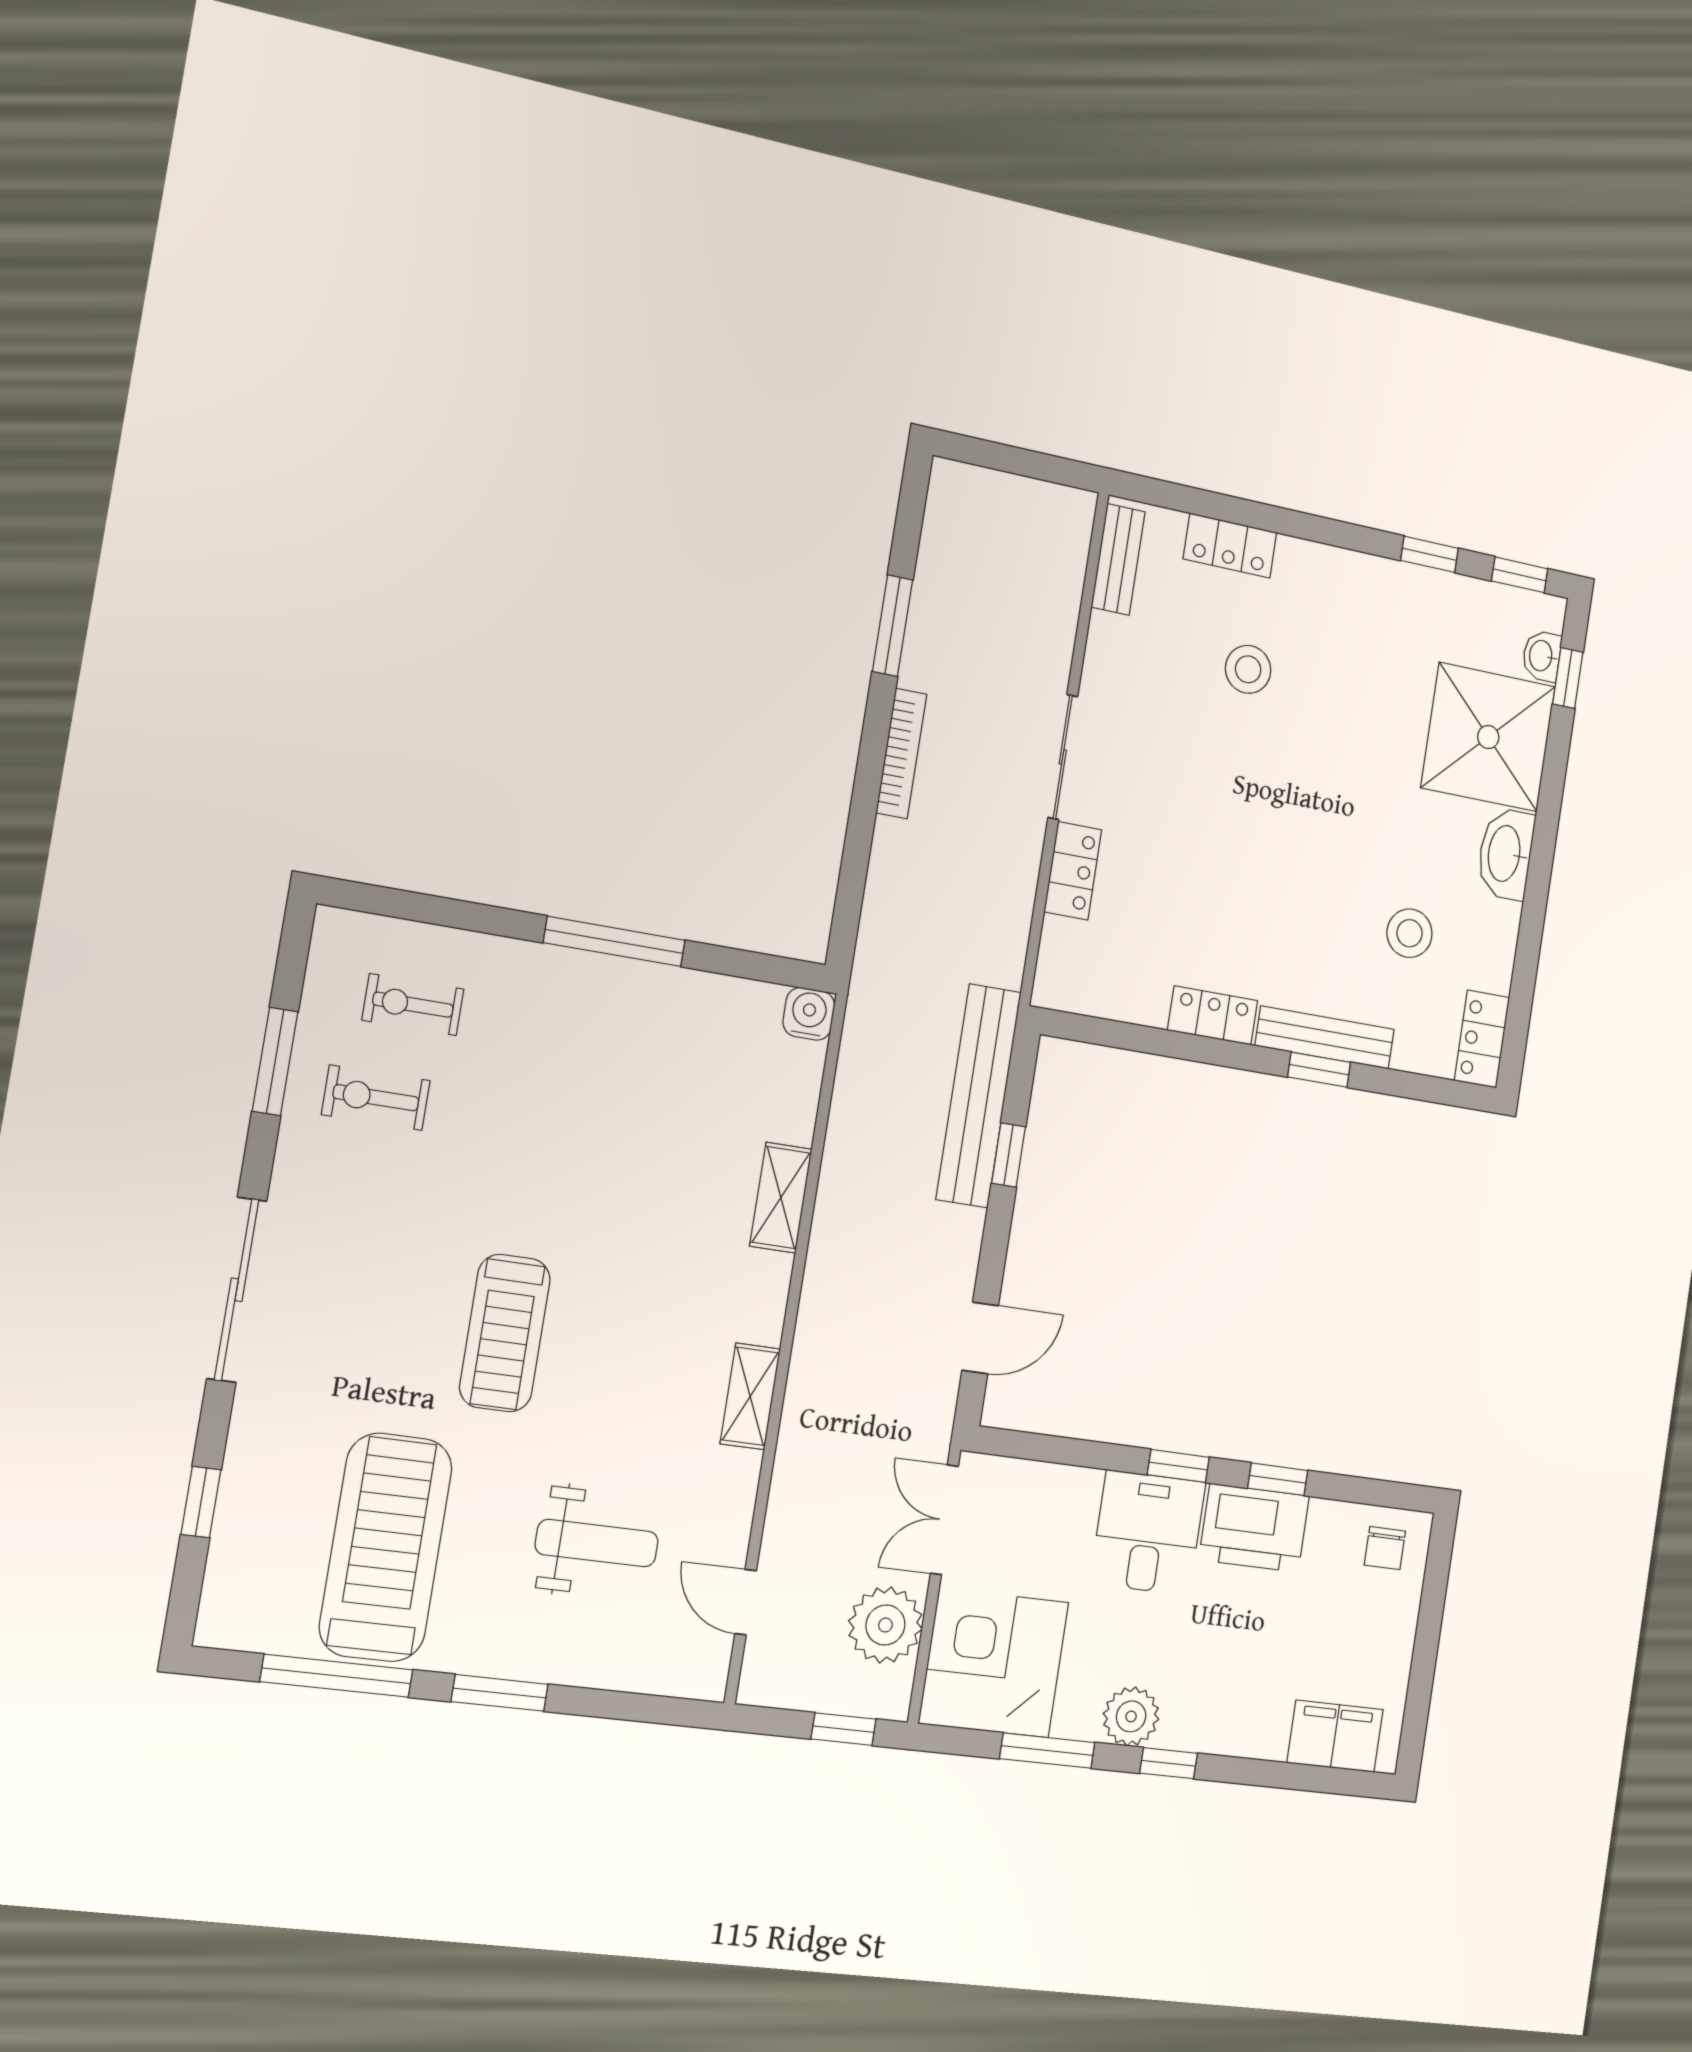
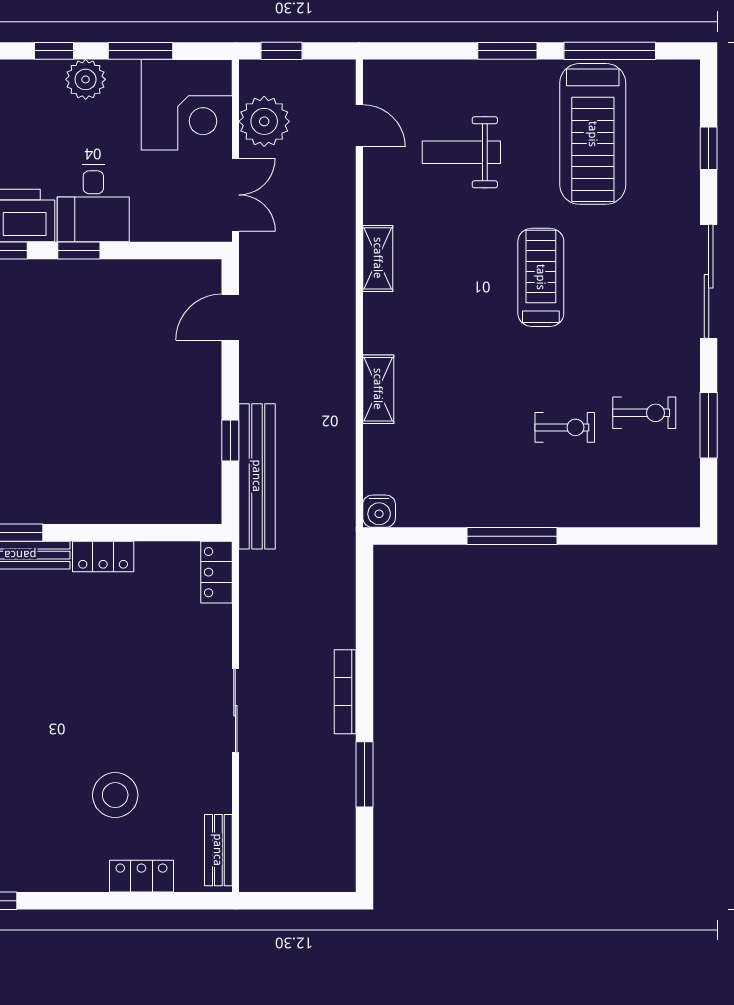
stool: (1248, 669) -> (115, 795), width x1.38, depth x1.38
locker: (1073, 871) -> (216, 572), moved
exercise bike: (413, 1005) -> (565, 427), moved

